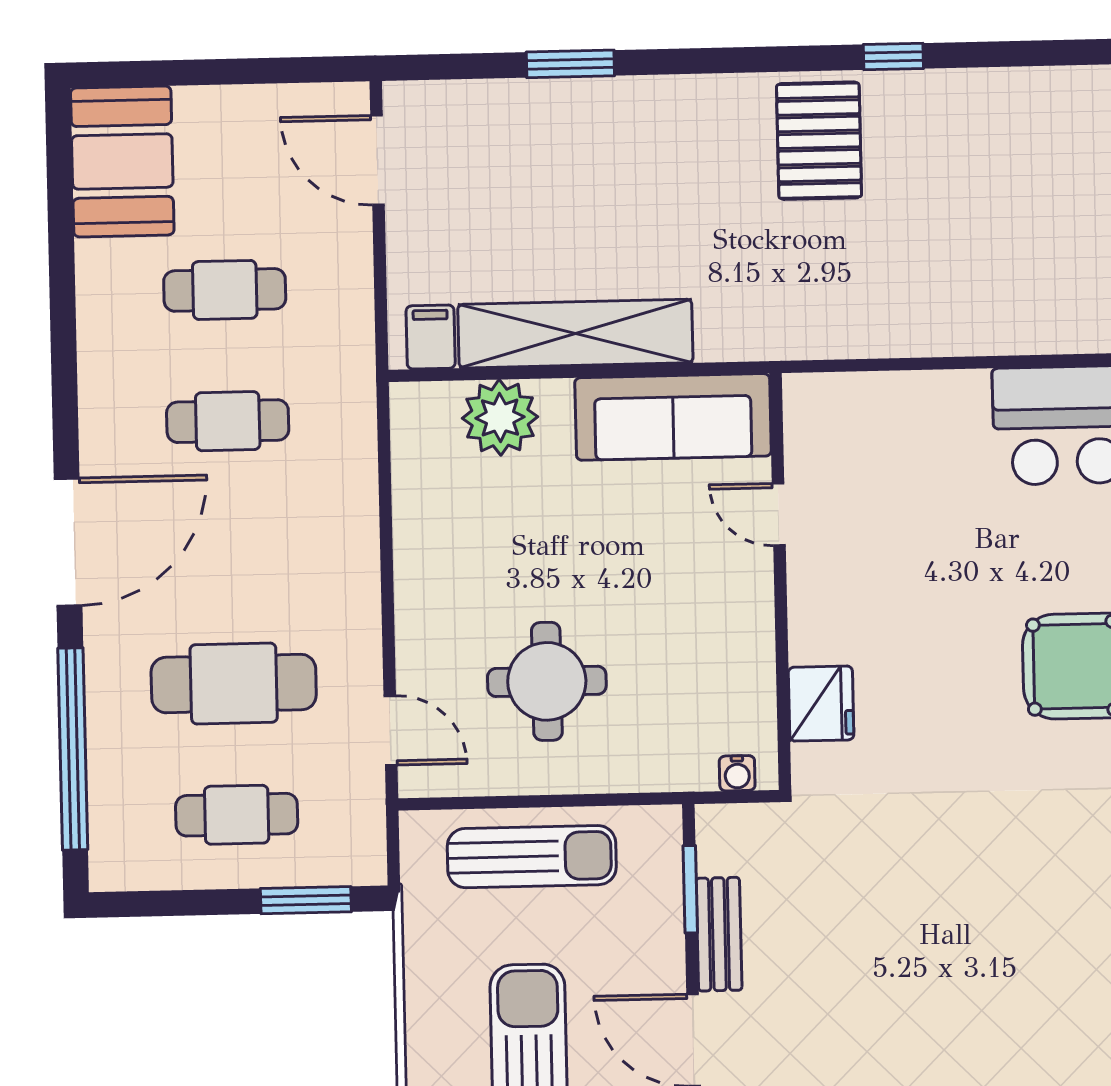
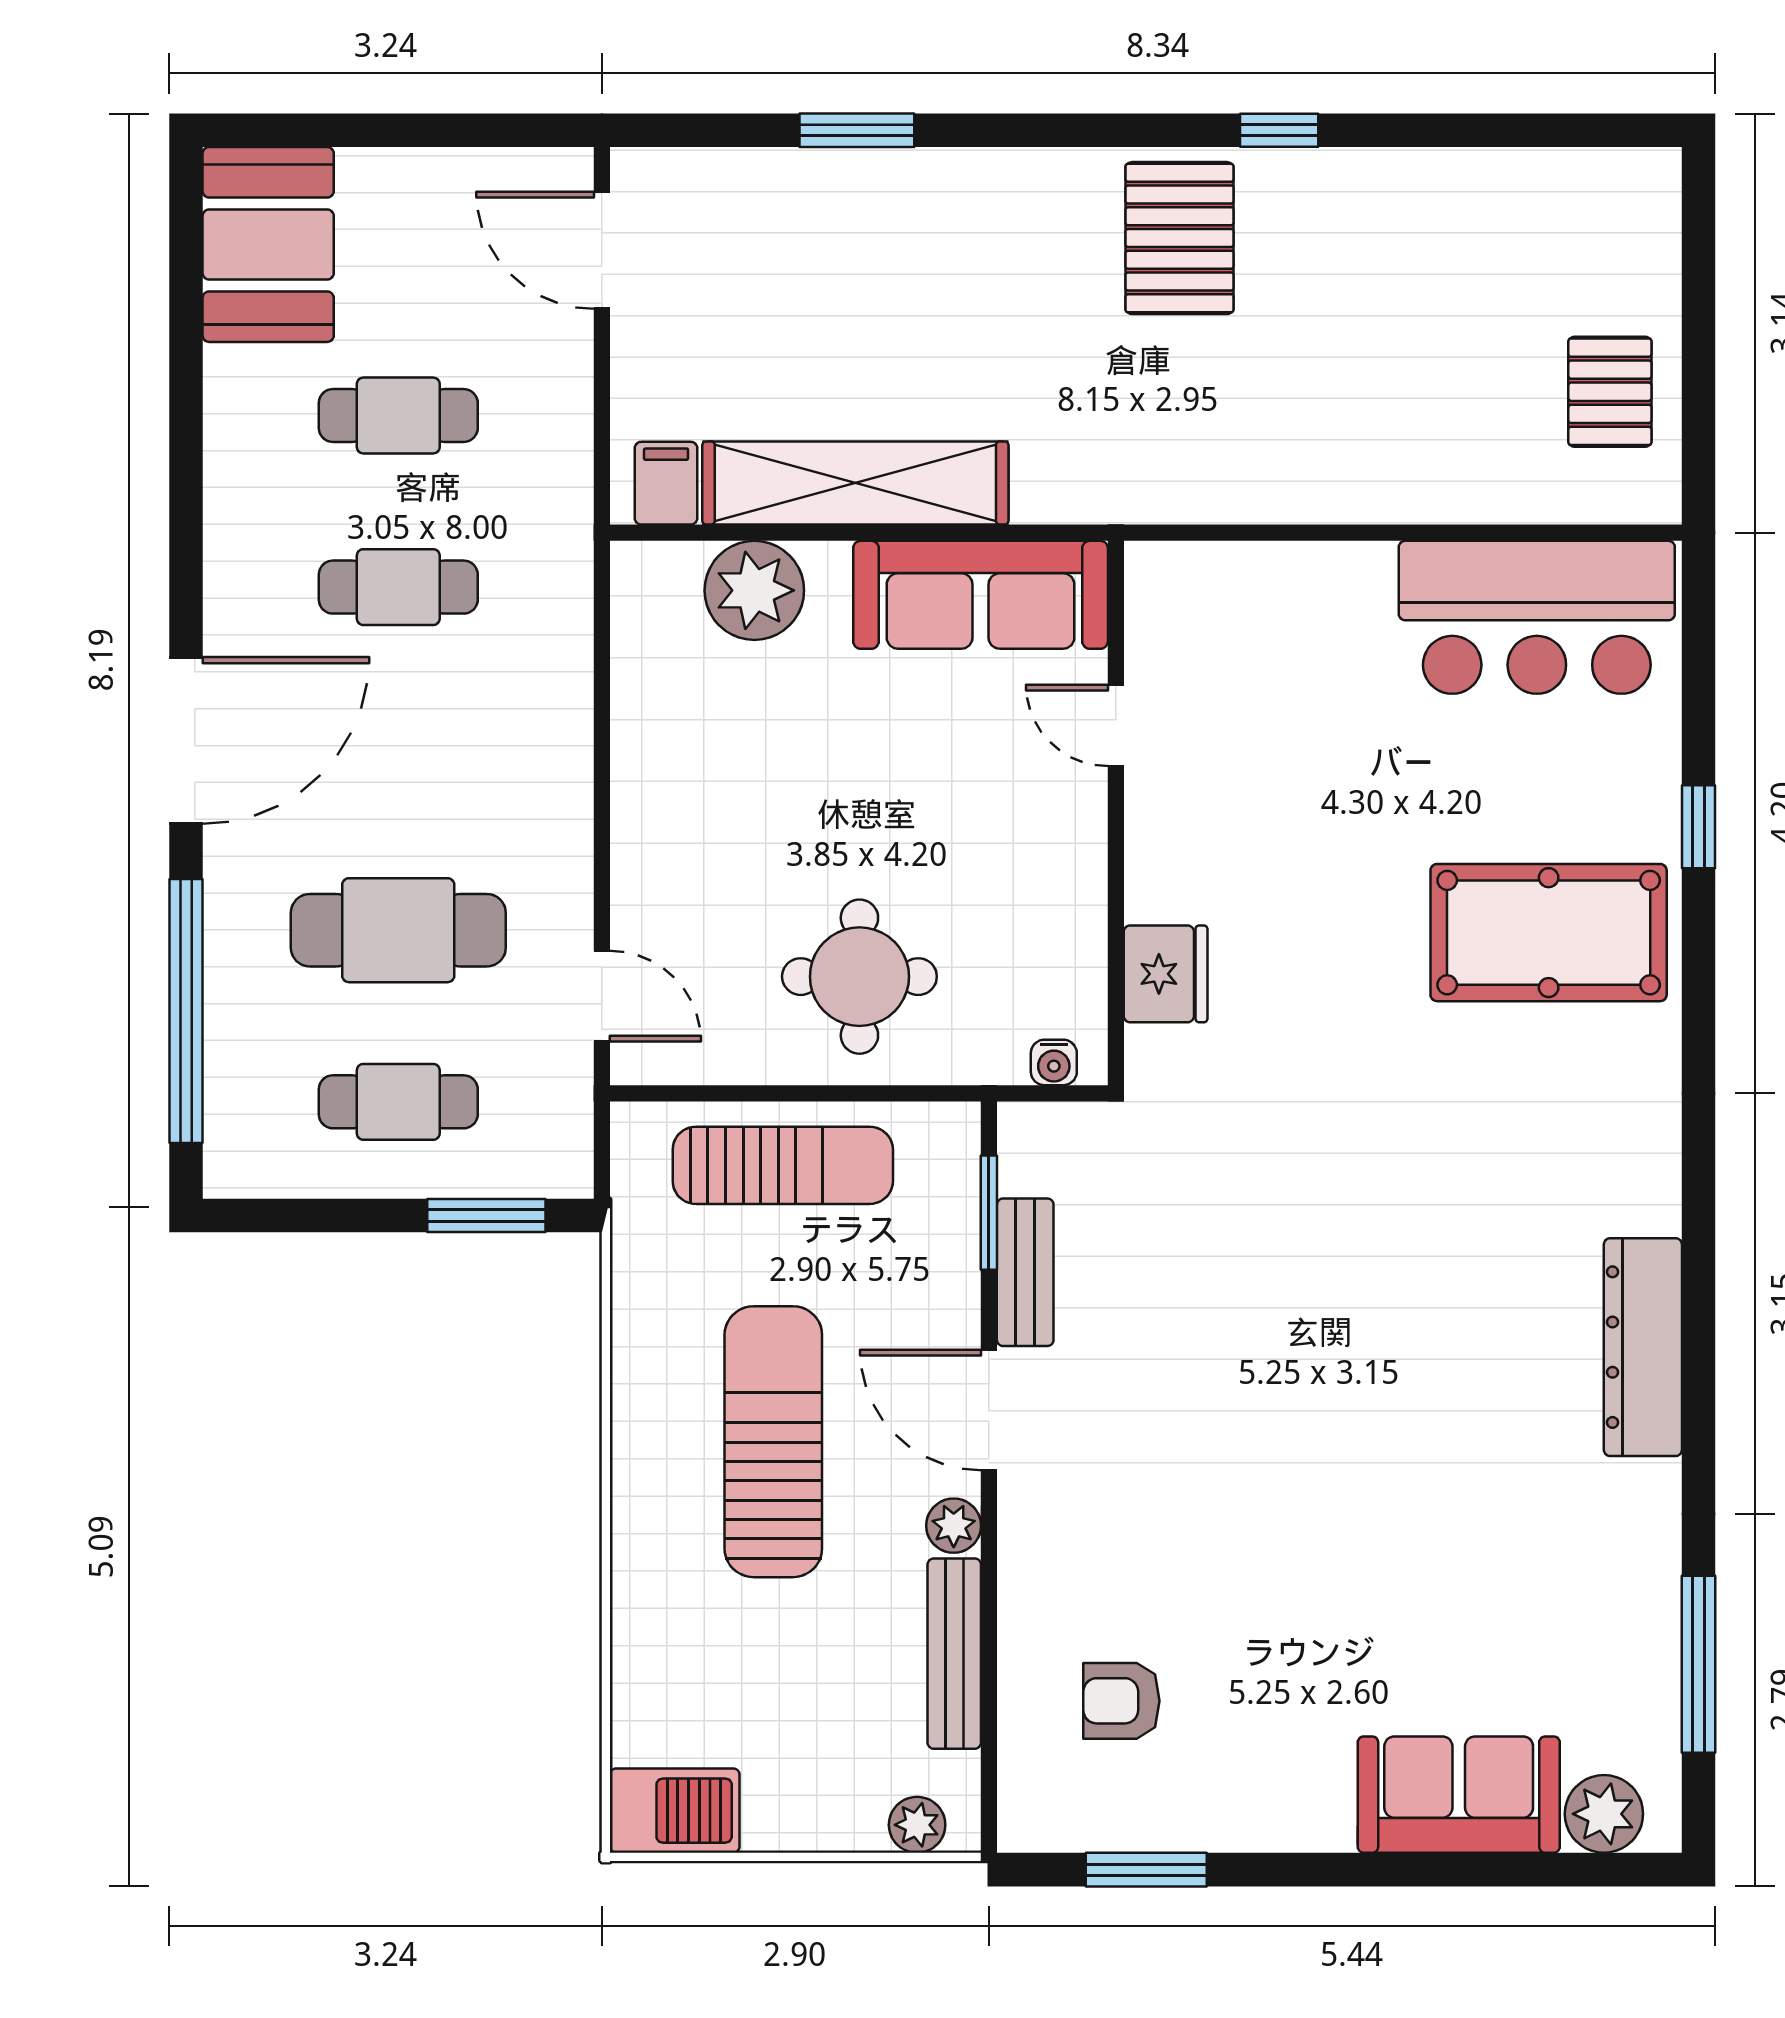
round table: (547, 681) -> (859, 977), moved

